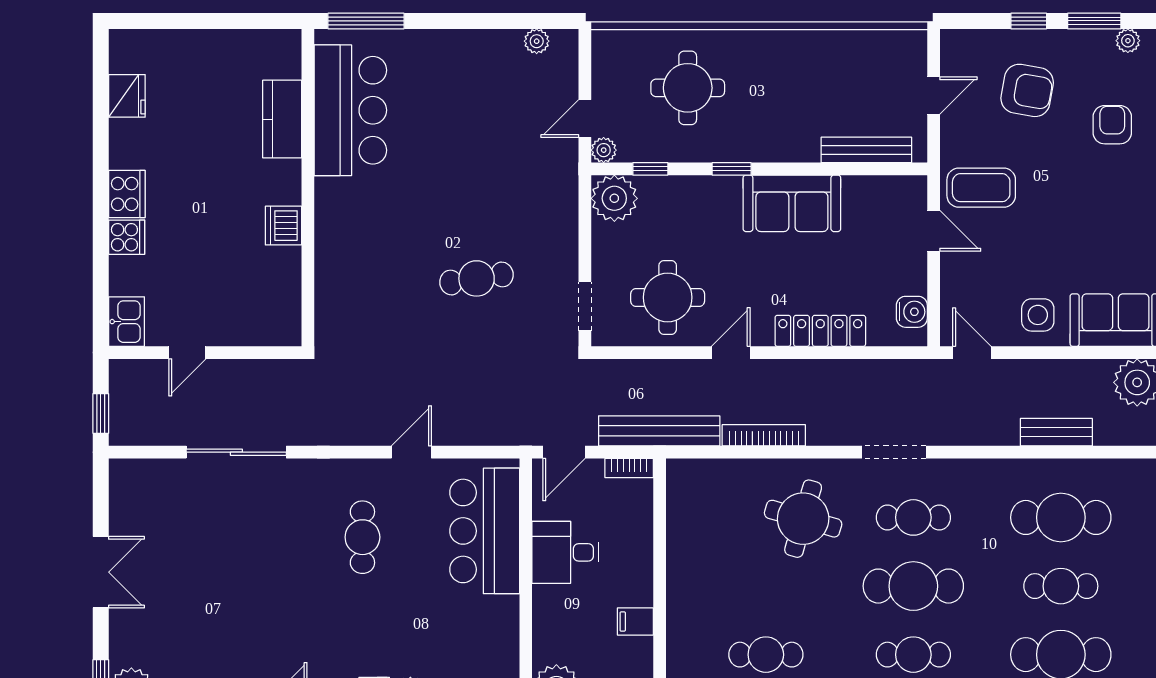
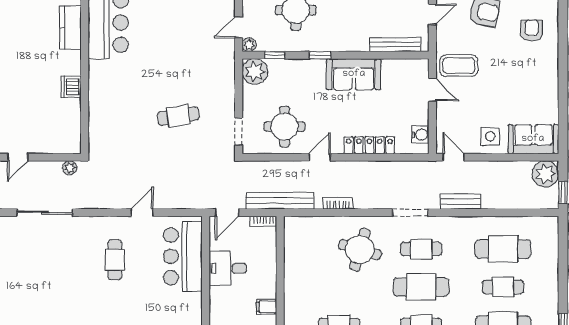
plant: (281, 371) -> (70, 168), added
bench: (1056, 432) -> (461, 202), moved
bookcase: (764, 435) -> (338, 203), width x0.64

